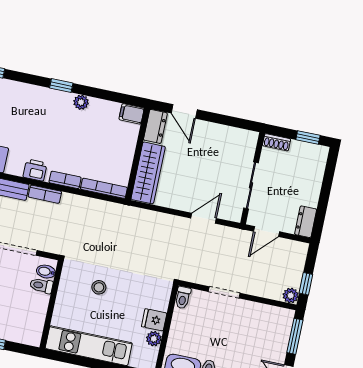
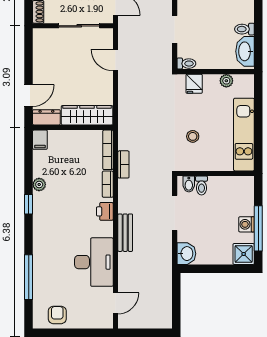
bookcase: (45, 194) -> (123, 164), moved
fridge: (154, 320) -> (194, 84), moved

